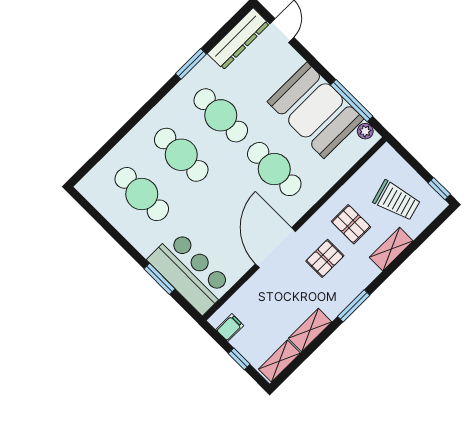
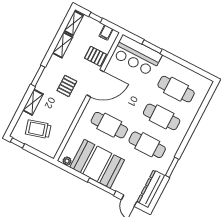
window: (352, 101) -> (102, 187), moved
pallet: (351, 224) -> (95, 56), moved
door: (275, 248) -> (95, 83), hinge flipped
window: (354, 306) -> (38, 76), moved

